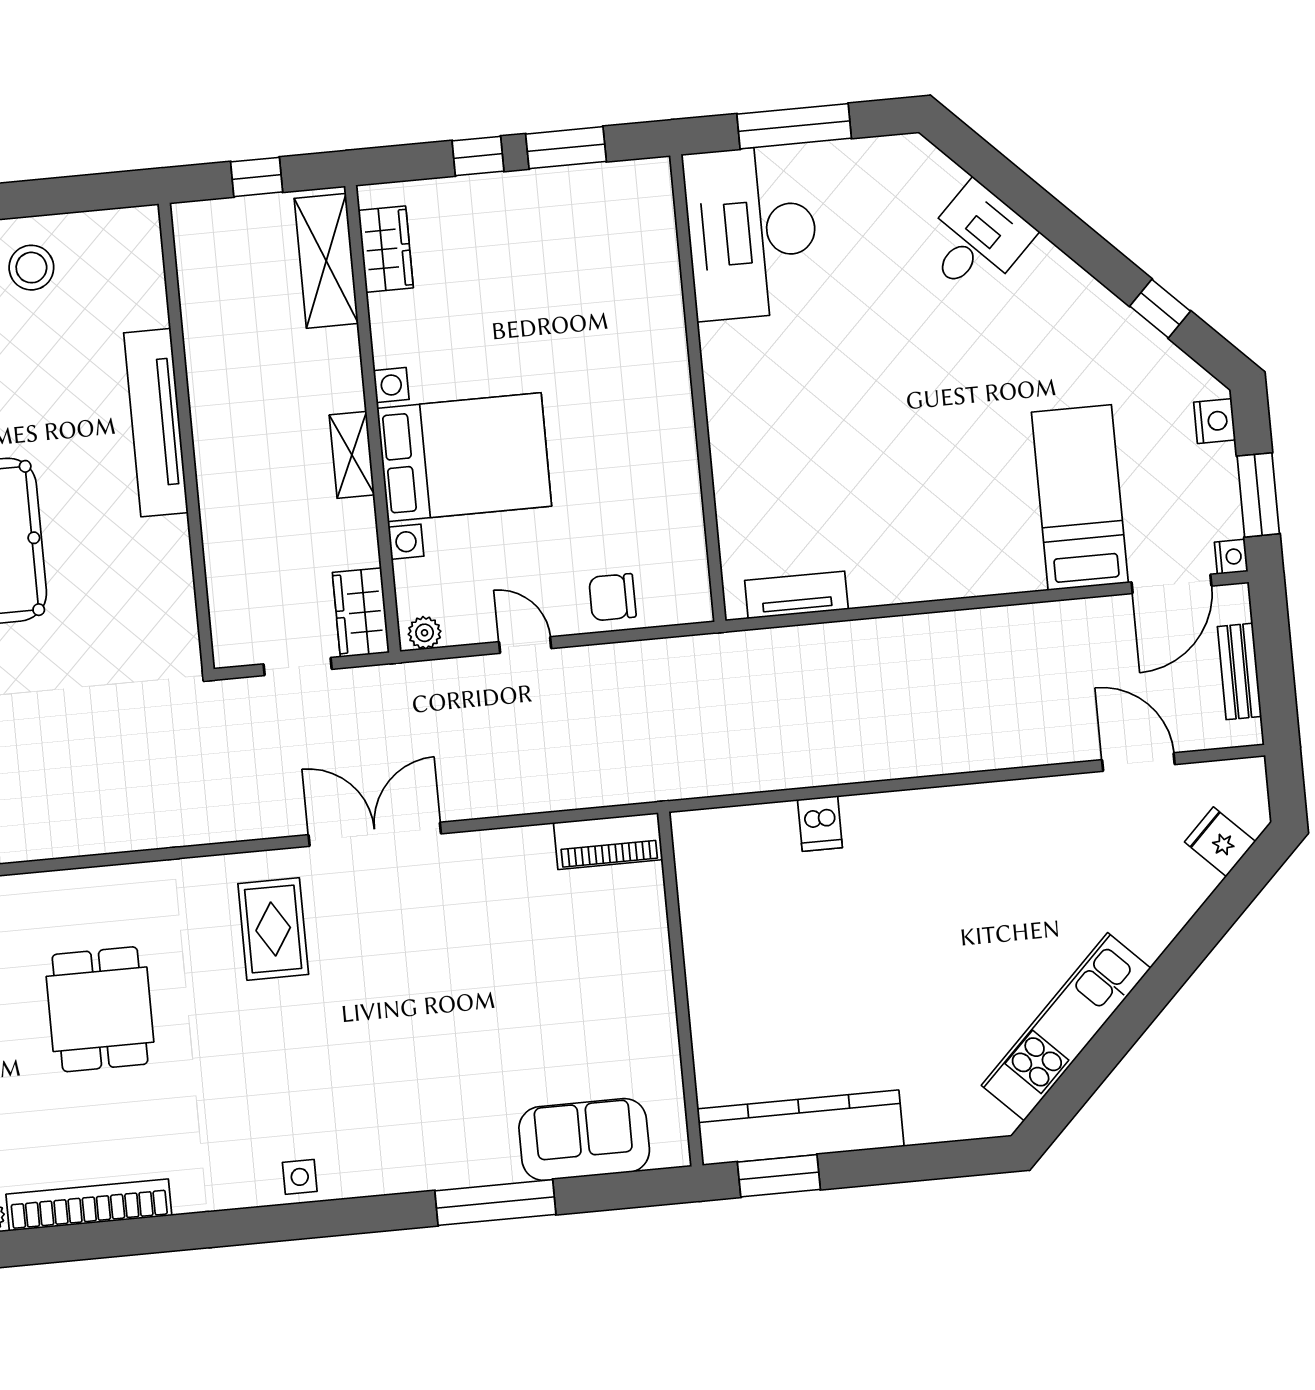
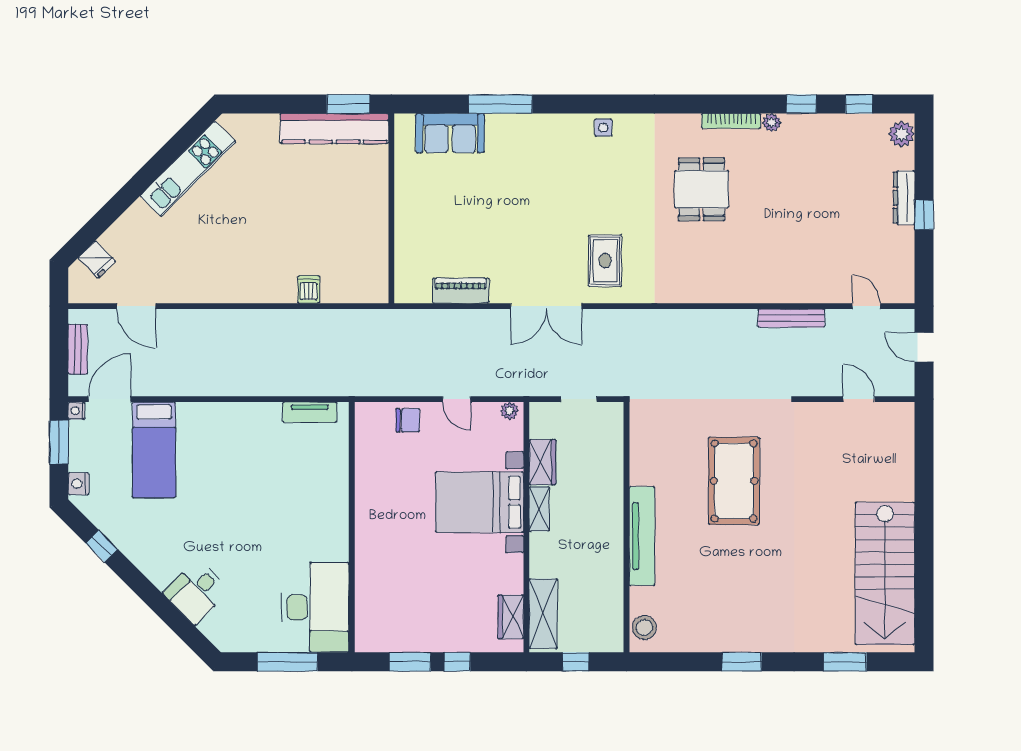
stool: (31, 268) -> (644, 628), moved
wardrobe: (361, 613) -> (542, 462), moved
piano: (608, 841) -> (461, 291), moved
dining table: (100, 1009) -> (702, 189), moved
bookcase: (89, 1205) -> (731, 121), width x0.68, depth x0.76

